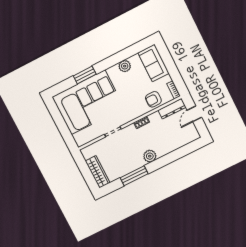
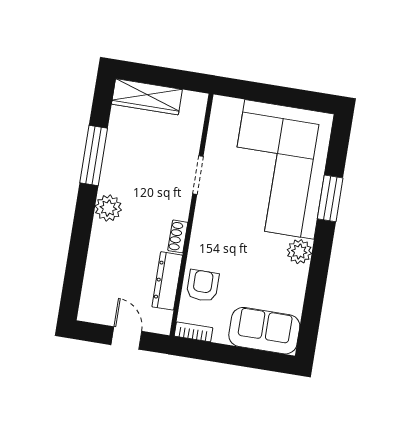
plant: (125, 66) -> (299, 252), moved
dresser: (172, 109) -> (167, 281), moved

